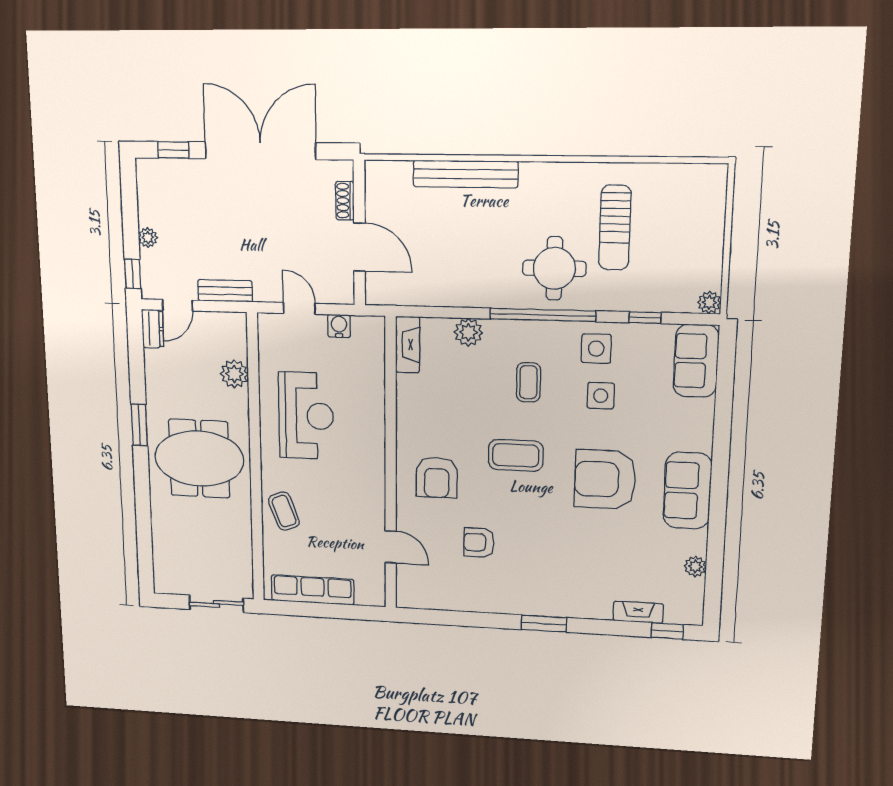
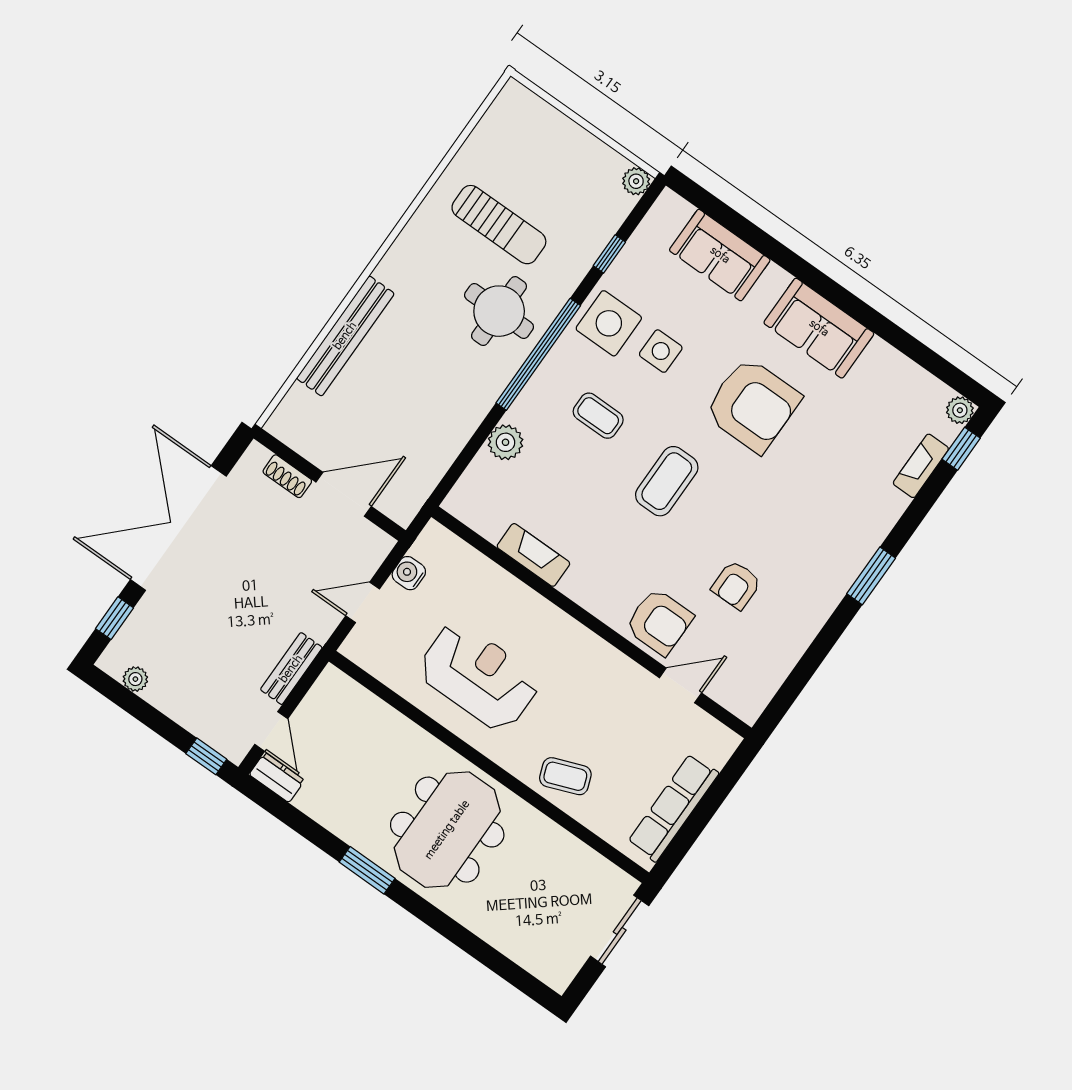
plant: (148, 238) -> (135, 679), moved
fireplace: (408, 345) -> (533, 555), moved
side table: (596, 349) -> (609, 323), width x1.37, depth x1.37
sofa: (696, 361) -> (720, 255), moved
plant: (234, 374) -> (383, 723), removed
armchair: (437, 477) -> (659, 622), moved
armchair: (605, 479) -> (753, 405), turned -90
plant: (695, 566) -> (960, 410), moved

